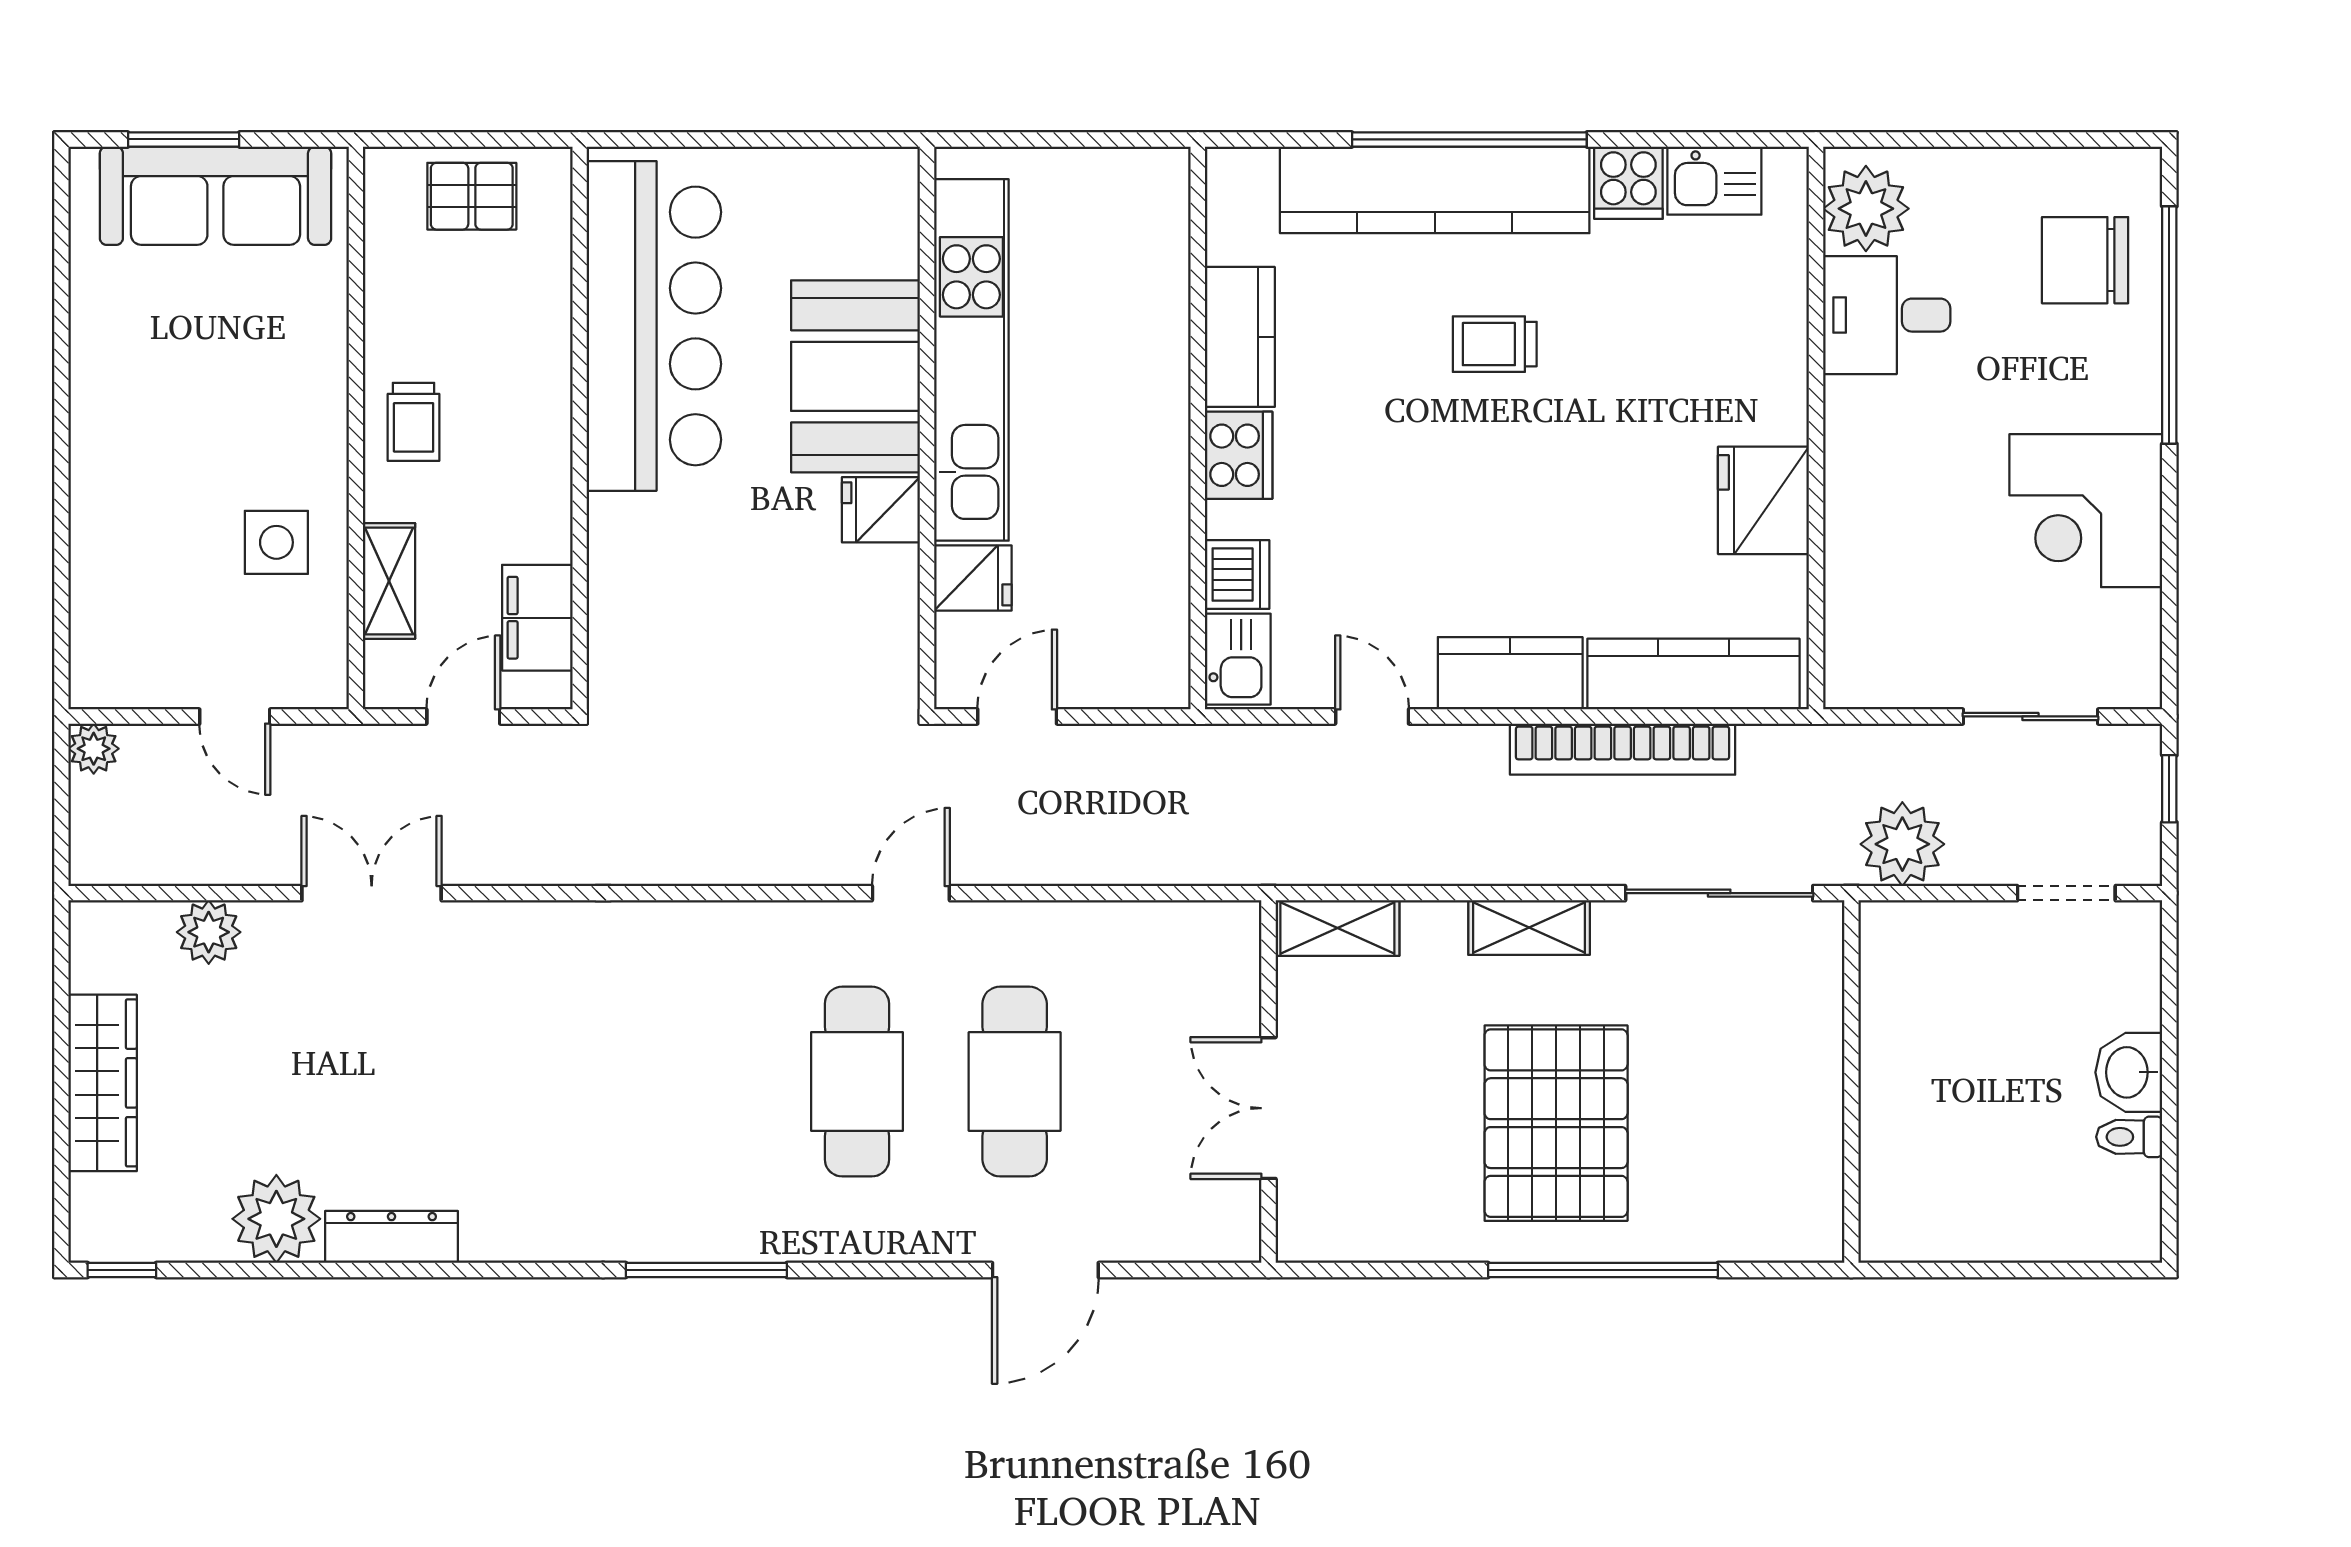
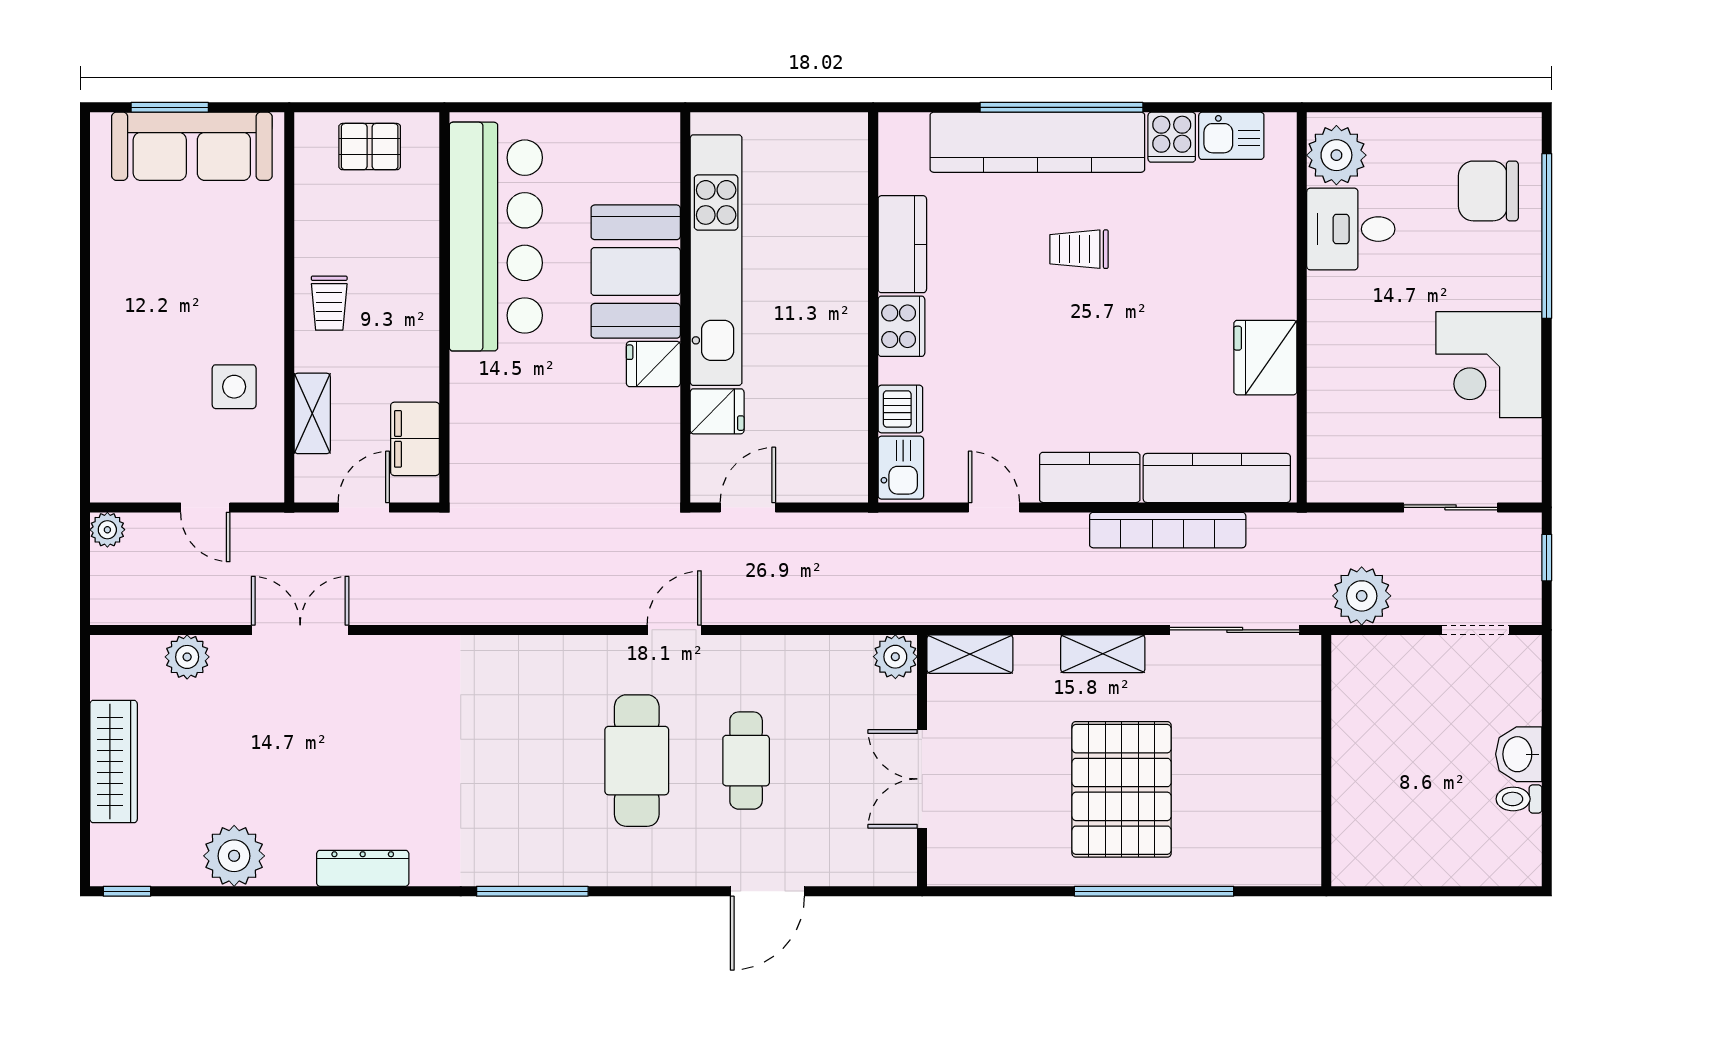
plant: (1230, 932) -> (895, 657), added
cafe table: (1015, 1082) -> (746, 761), width x0.73, depth x0.74
dresser: (392, 1237) -> (363, 868), moved

